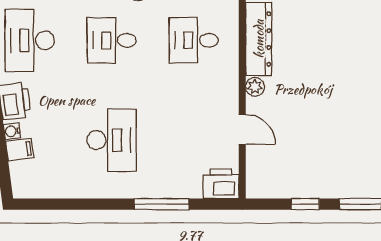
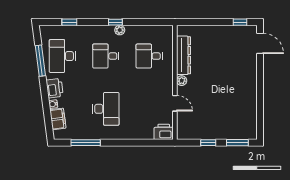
filing cabinet: (20, 150) -> (58, 119), width x2.00
window: (161, 204) -> (86, 143), moved

